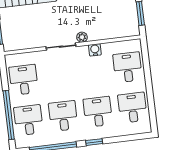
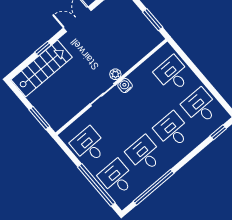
water cooler: (95, 50) -> (125, 86), moved
window: (94, 142) -> (218, 132), moved

